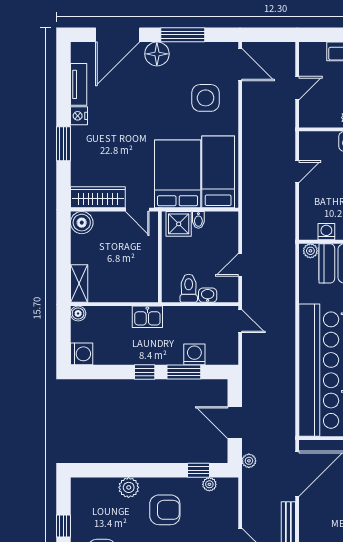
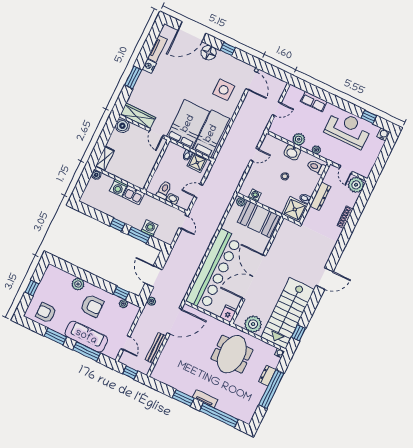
window: (183, 35) -> (228, 49), width x0.46
shower: (179, 224) -> (197, 163), moved
washing machine: (82, 354) -> (118, 188), moved, turned 90

